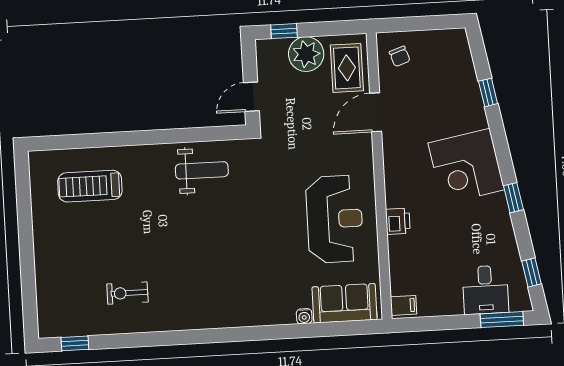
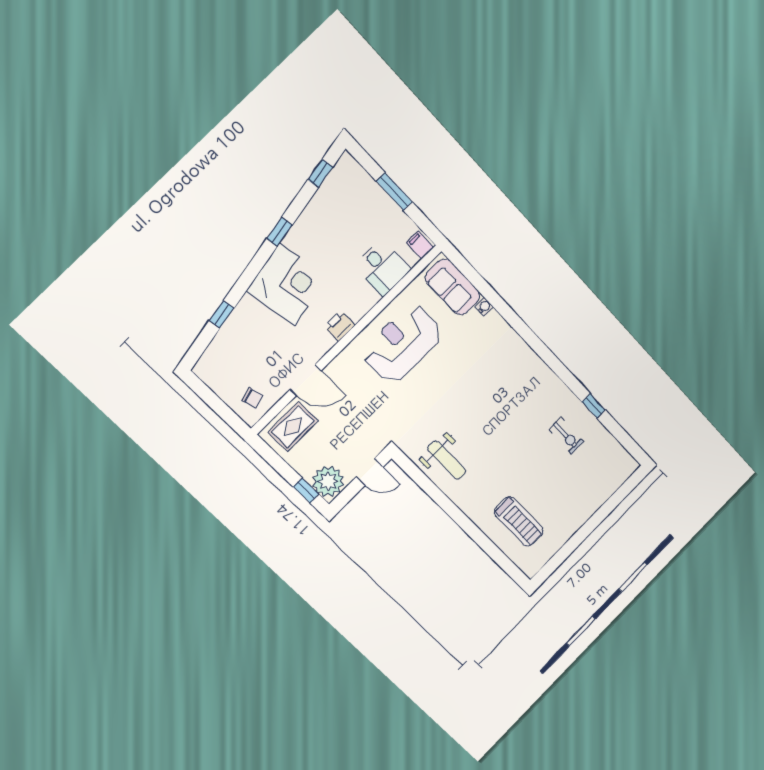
plant: (306, 54) -> (328, 481), moved
chair: (400, 56) -> (252, 398), turned 93
weight bench: (202, 170) -> (447, 460), turned 180
printer: (398, 221) -> (340, 326), moved
desk: (485, 290) -> (382, 268), moved, turned 90
window: (502, 320) -> (394, 192), moved
window: (75, 343) -> (594, 406), moved

